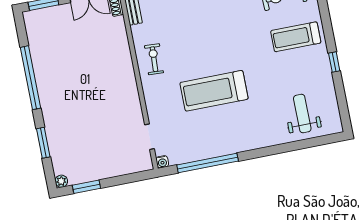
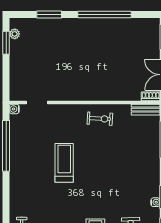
treadmill: (214, 91) -> (64, 163), width x0.73, depth x0.73
plant: (61, 181) -> (15, 34), moved

